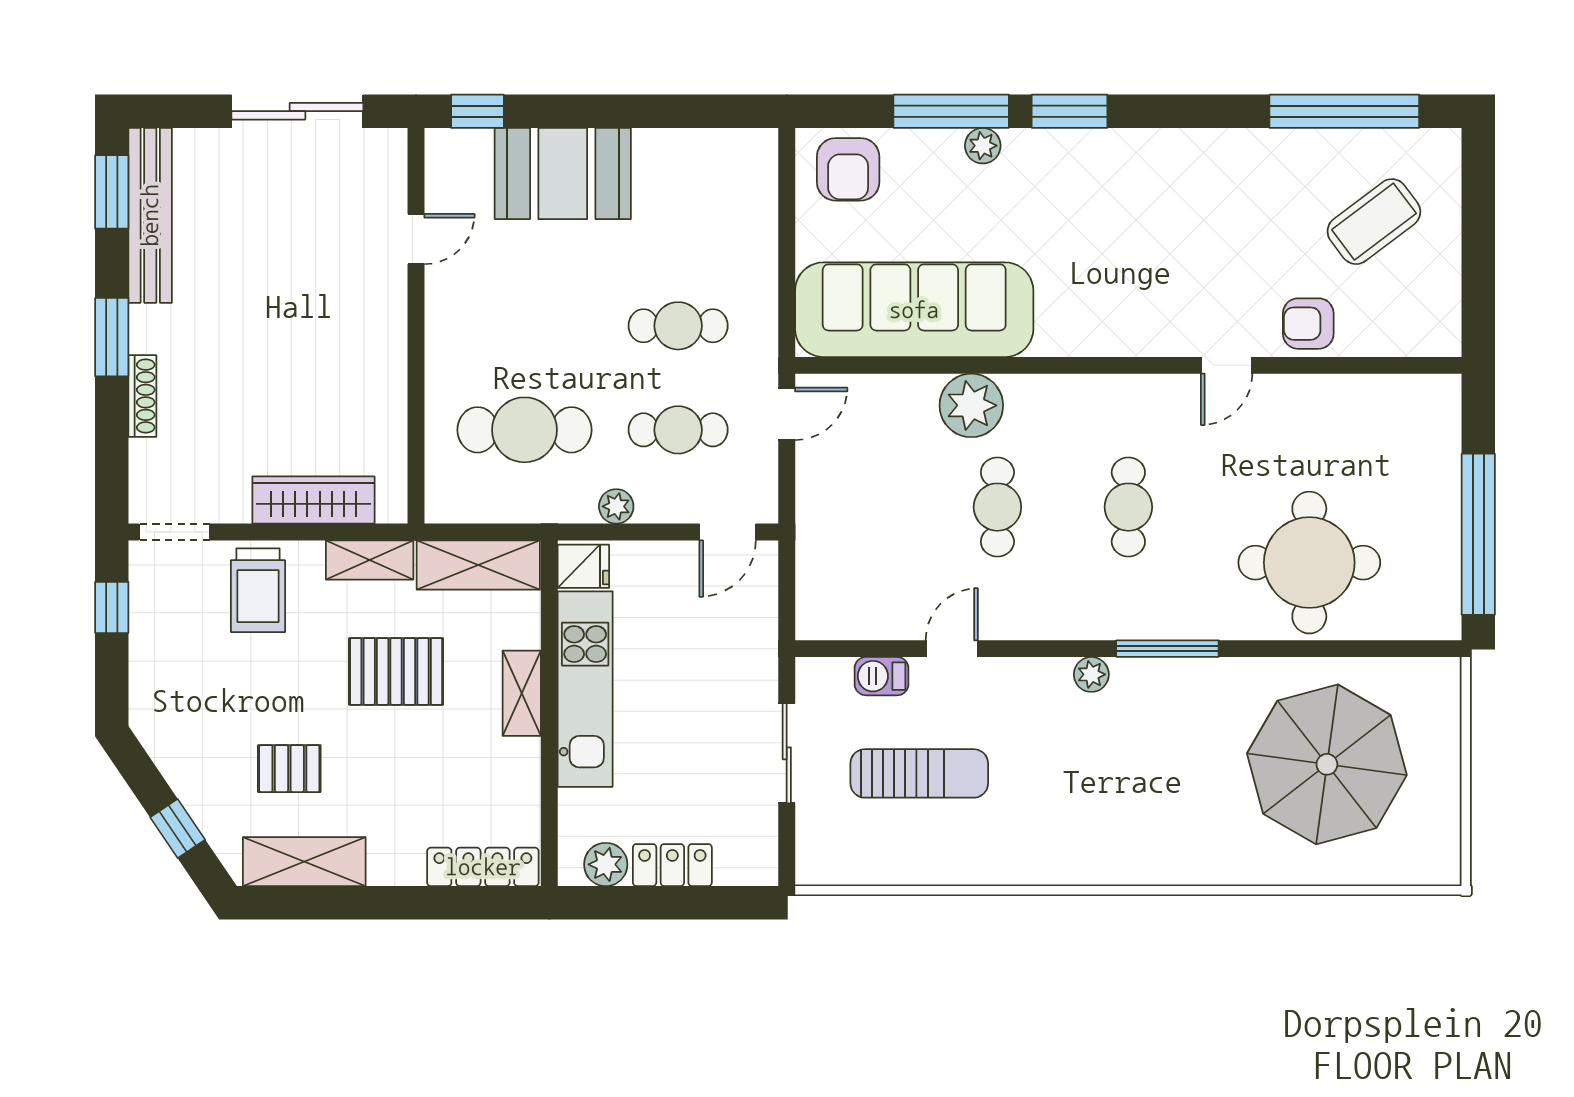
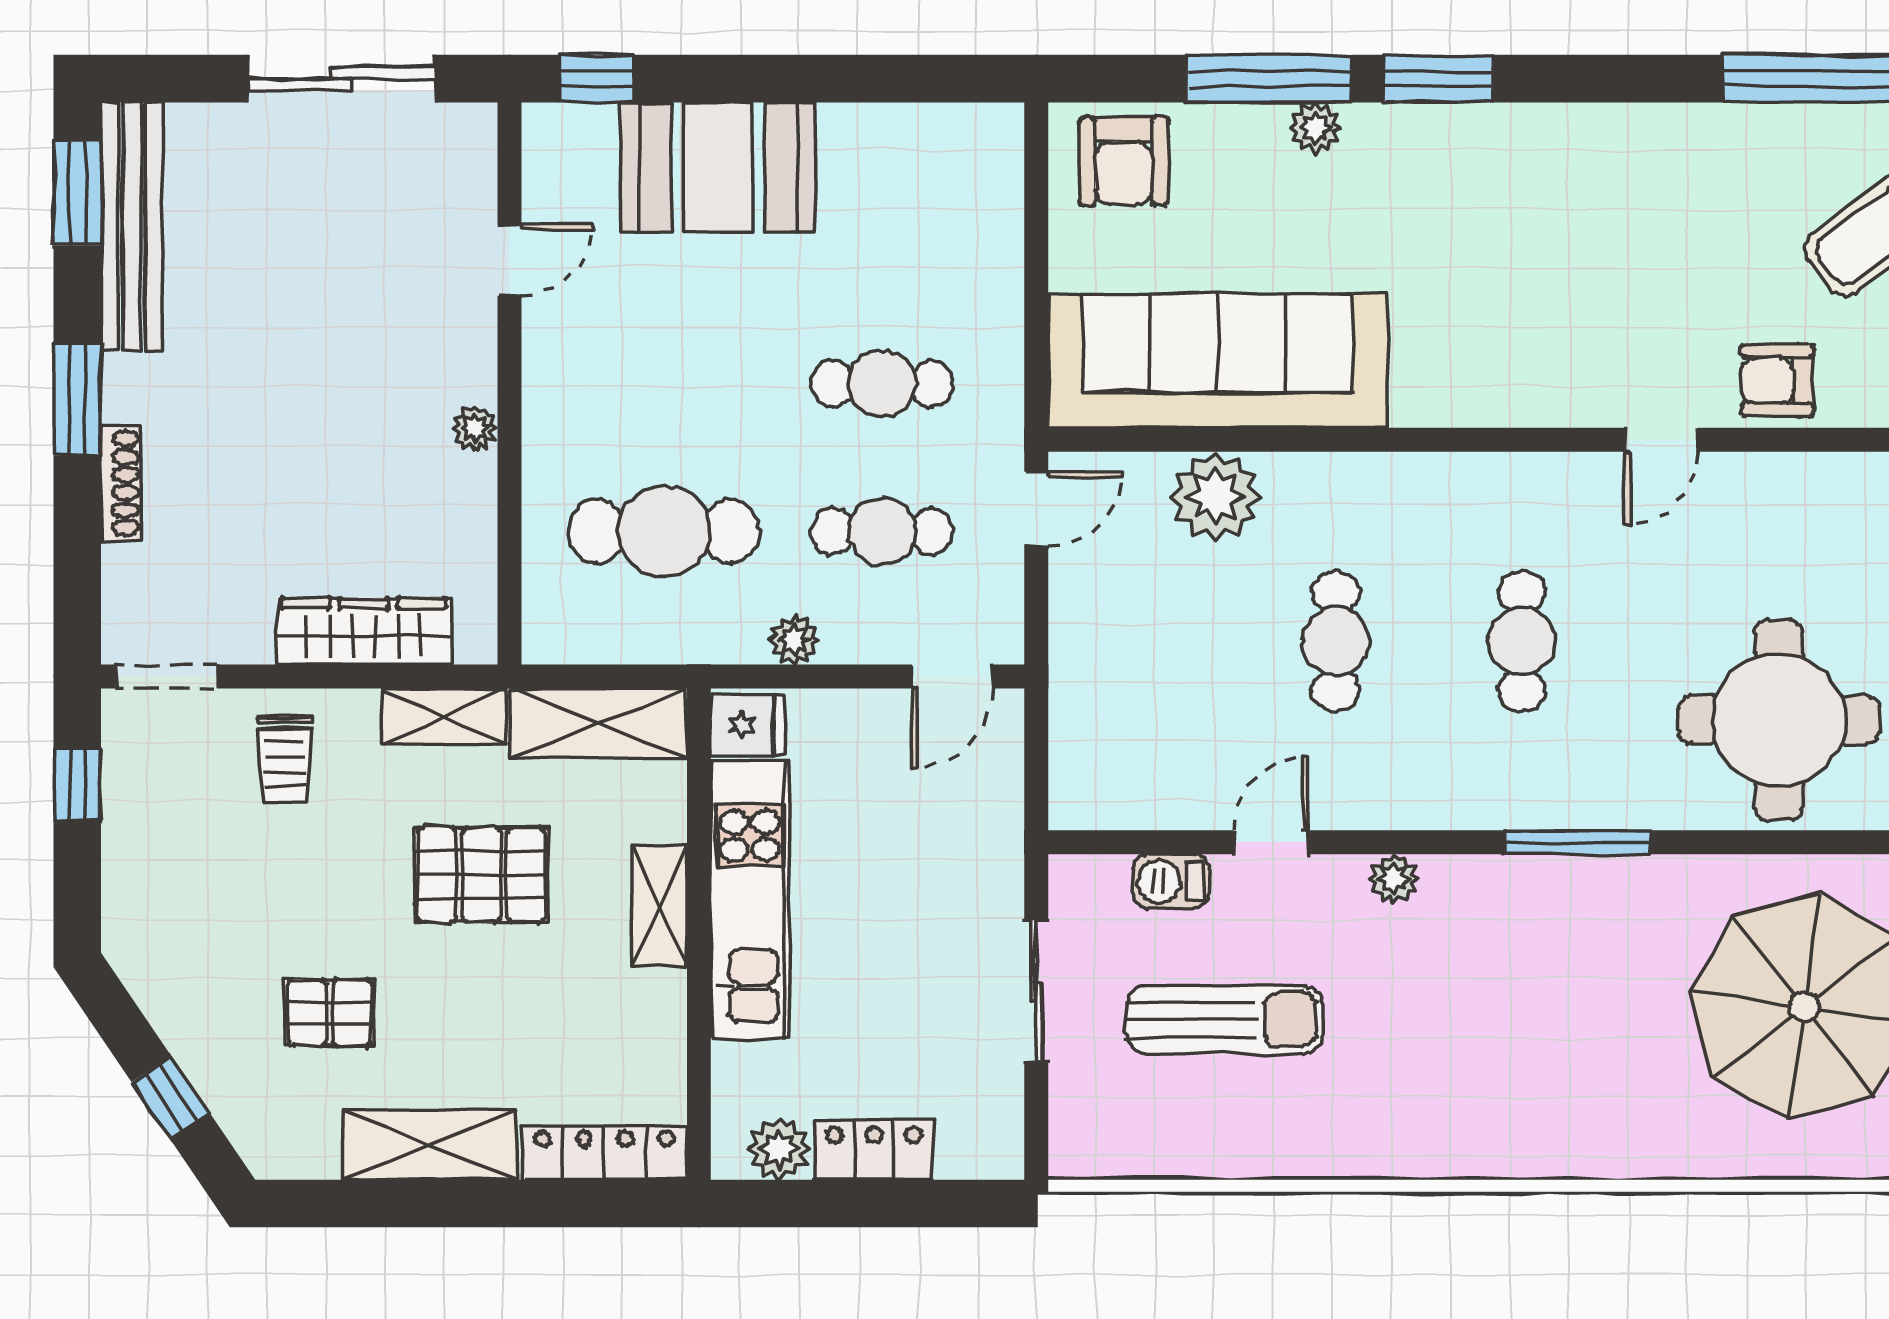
plant: (392, 357) -> (475, 428), added
plant: (971, 405) -> (1215, 497), moved
trolley: (258, 590) -> (285, 759), width x0.73, depth x0.72
plant: (1091, 674) -> (1394, 879), moved
shelving: (304, 862) -> (430, 1145), moved

